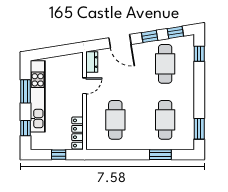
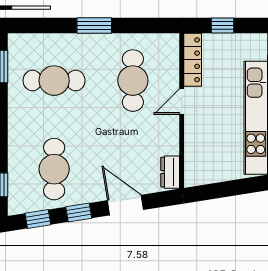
door: (85, 86) -> (182, 102), moved
cafe table: (165, 120) -> (54, 81), turned 90
window: (160, 155) -> (94, 26), moved

